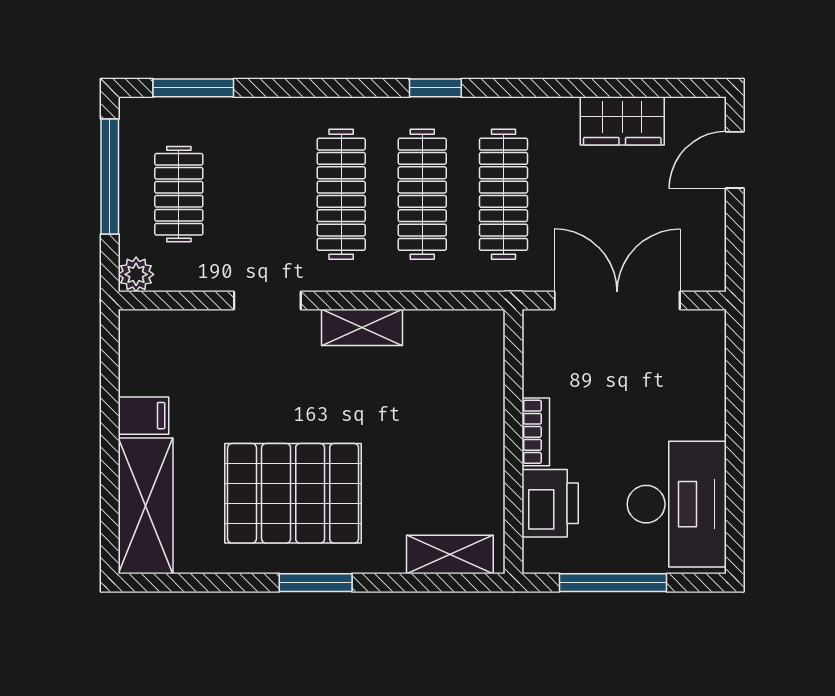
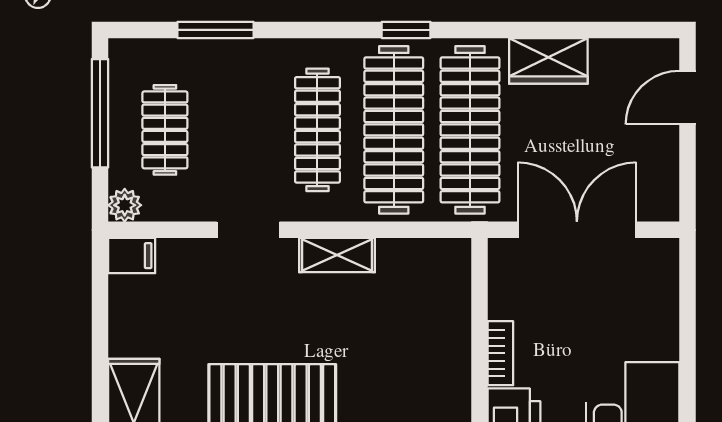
window: (193, 88) -> (215, 30), moved
wardrobe: (622, 121) -> (548, 61), moved
clothes rail: (422, 194) -> (394, 130), width x1.37, depth x1.31
clothes rail: (503, 194) -> (470, 130), width x1.37, depth x1.31
filing cabinet: (144, 416) -> (132, 256), moved

